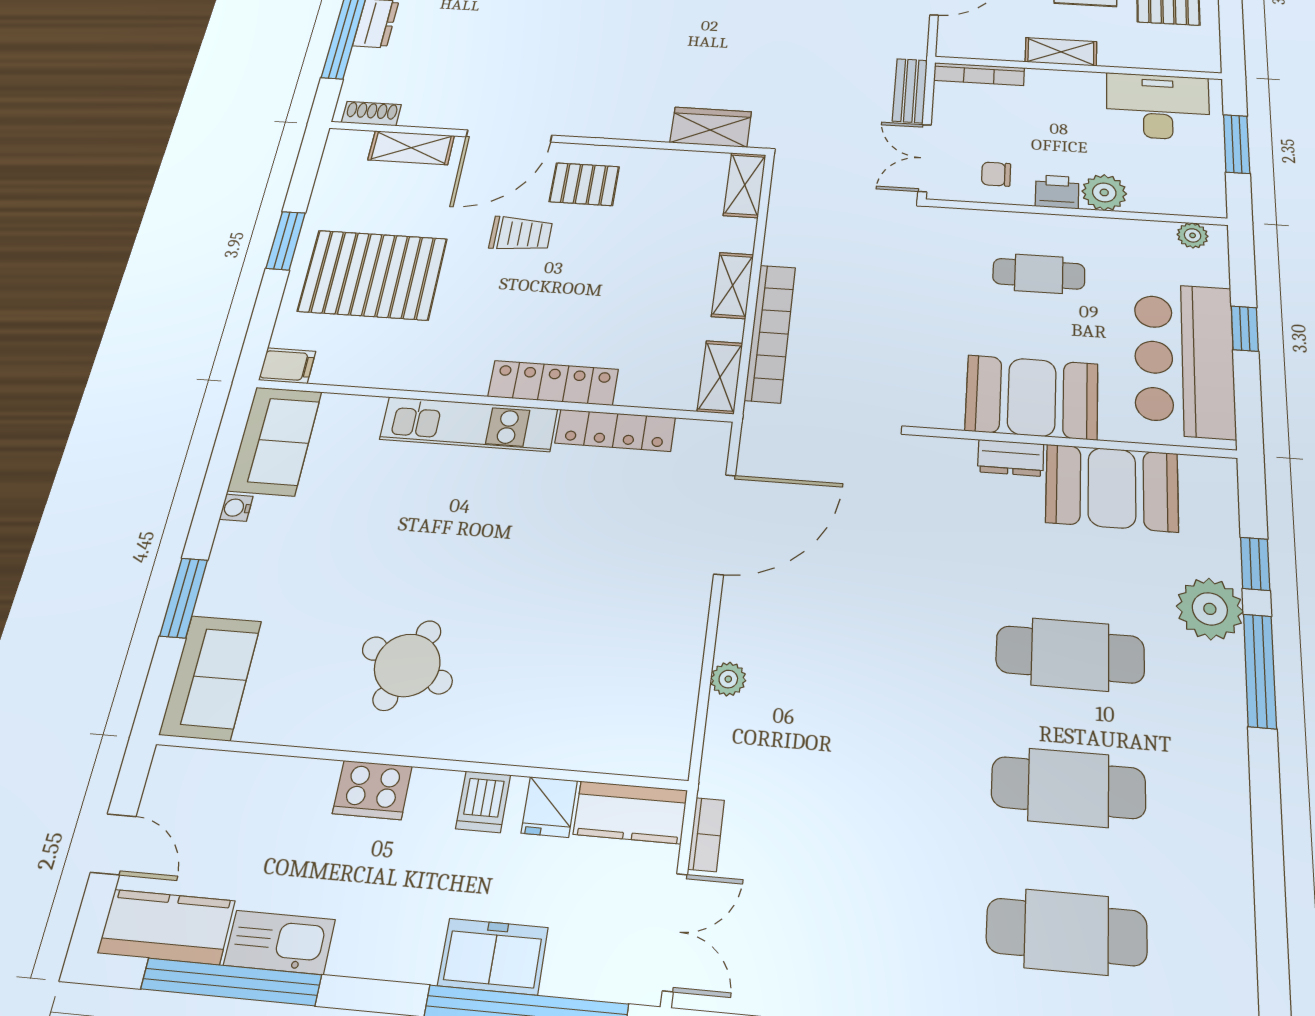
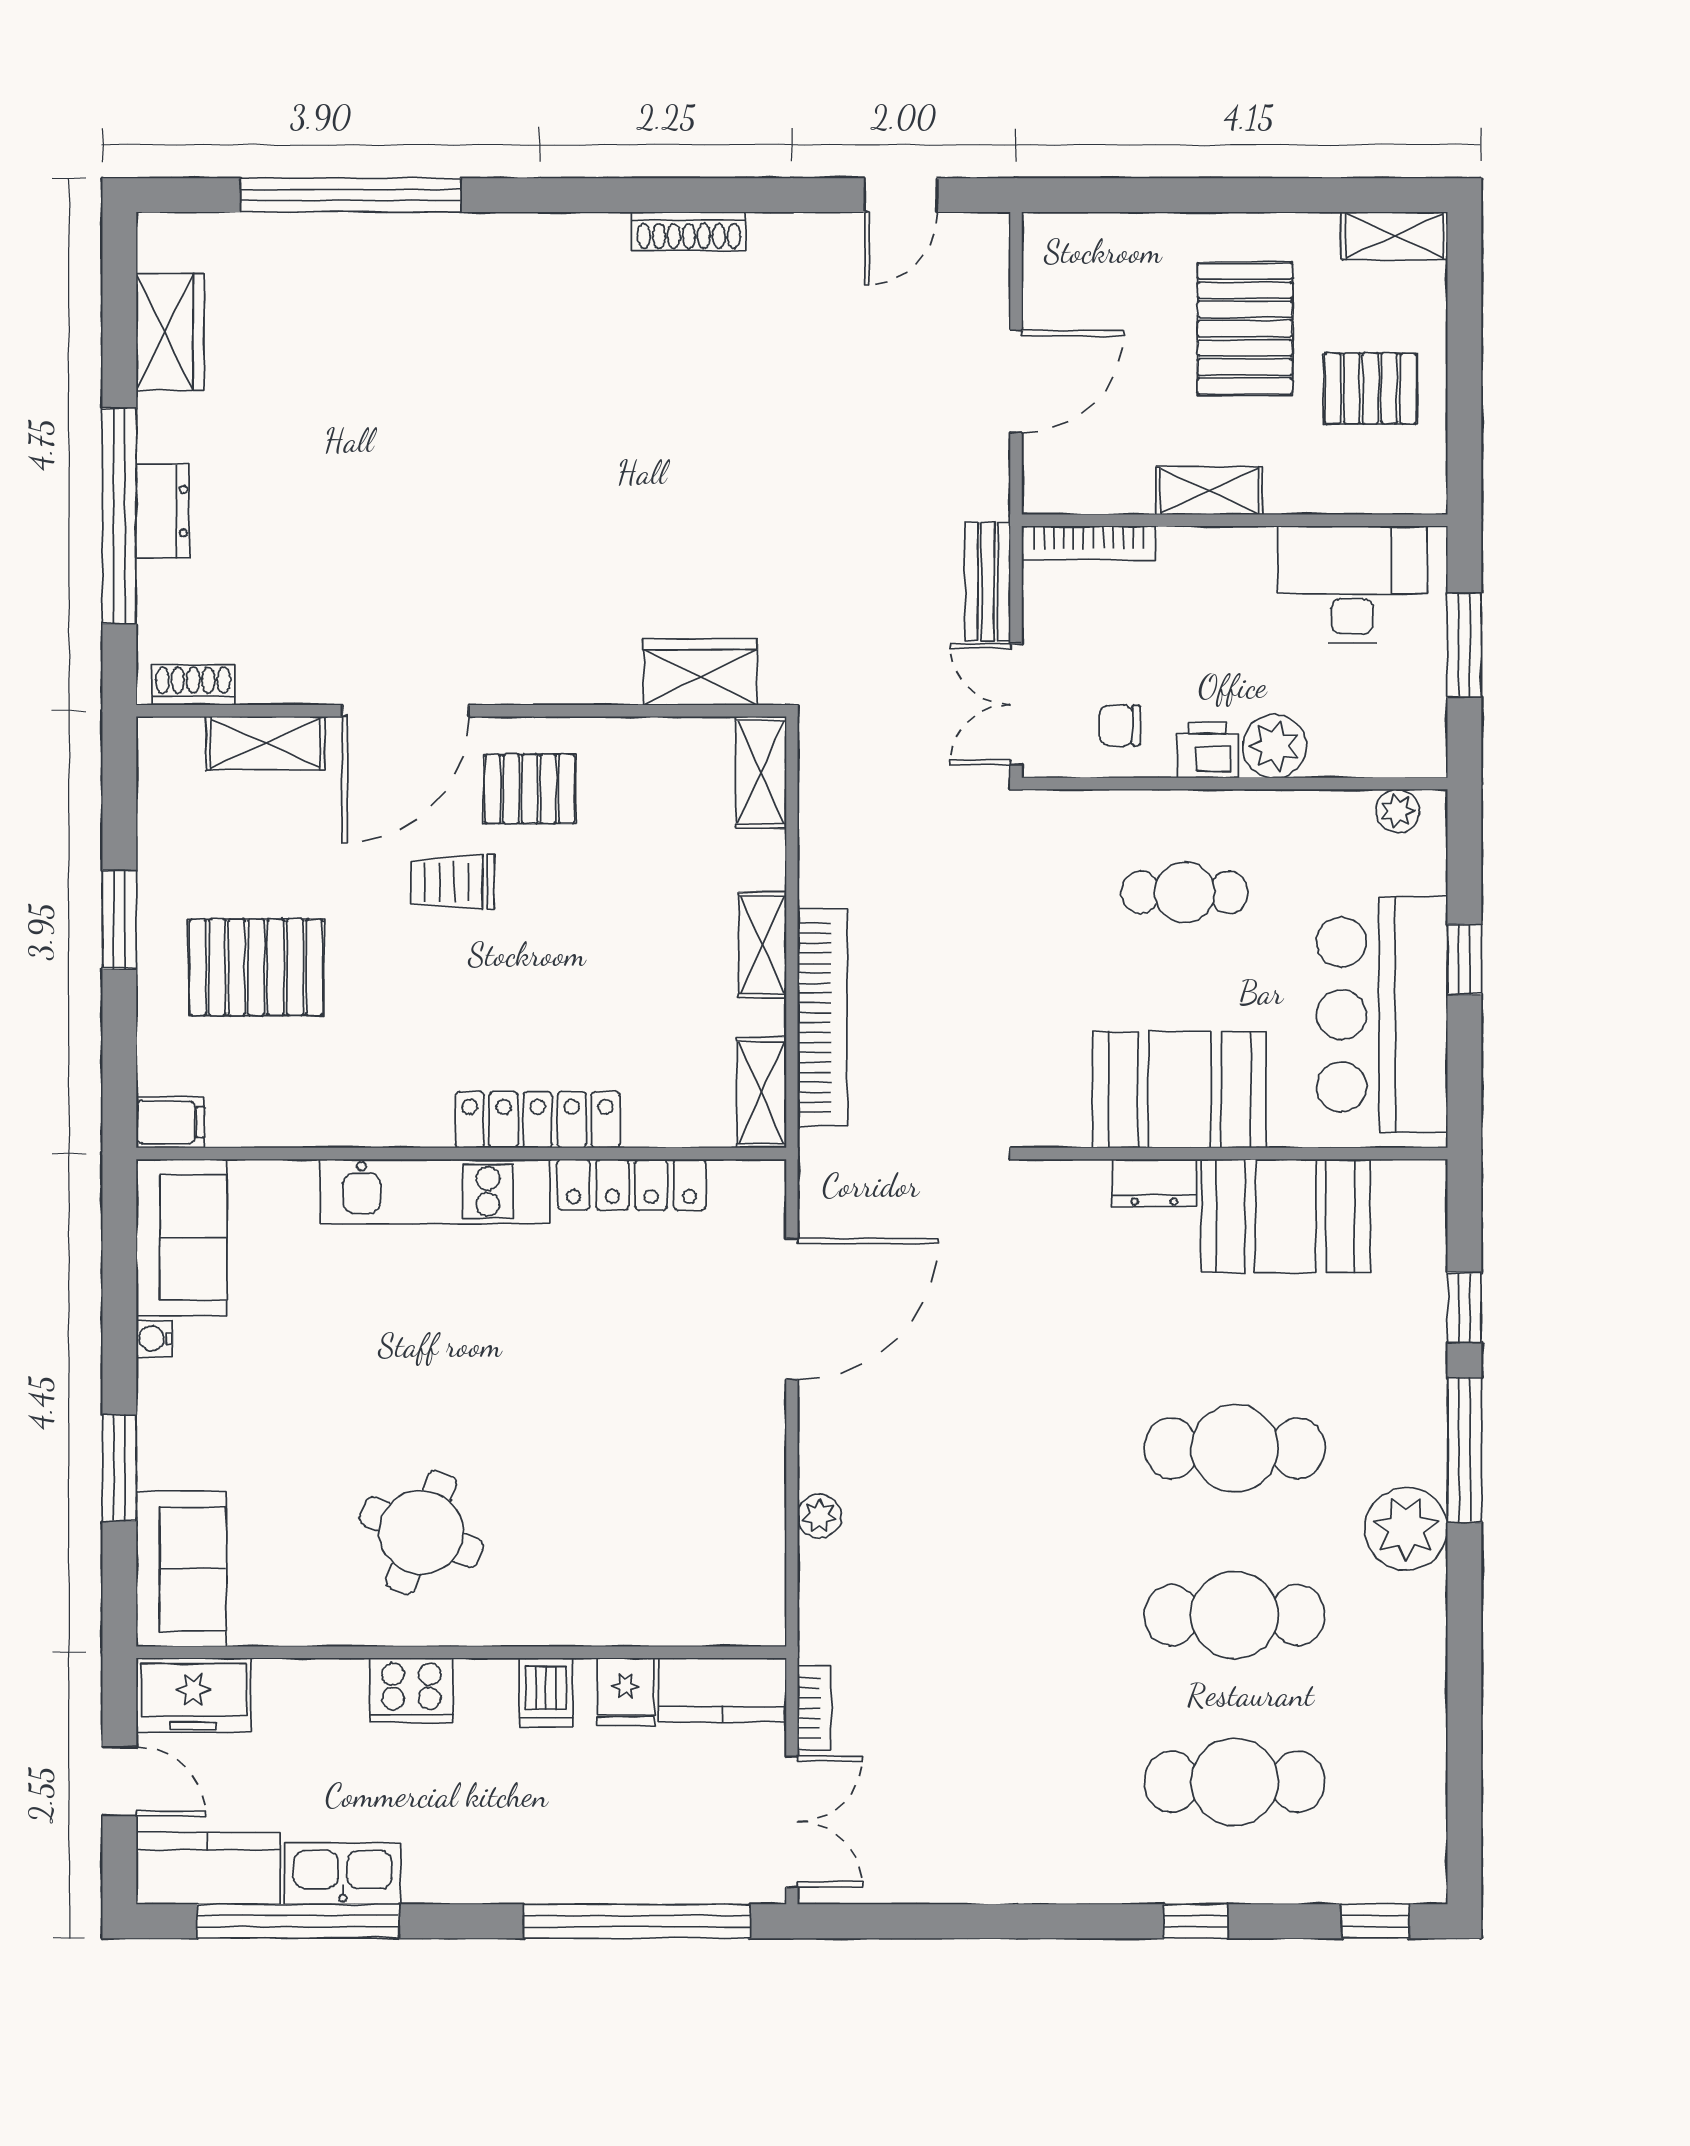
trolley: (521, 234) -> (453, 882), turned 180
pallet: (373, 275) -> (256, 967), width x0.73, depth x0.71
plant: (1210, 609) -> (1406, 1529), moved
freezer: (493, 957) -> (193, 1695), moved, turned 180

